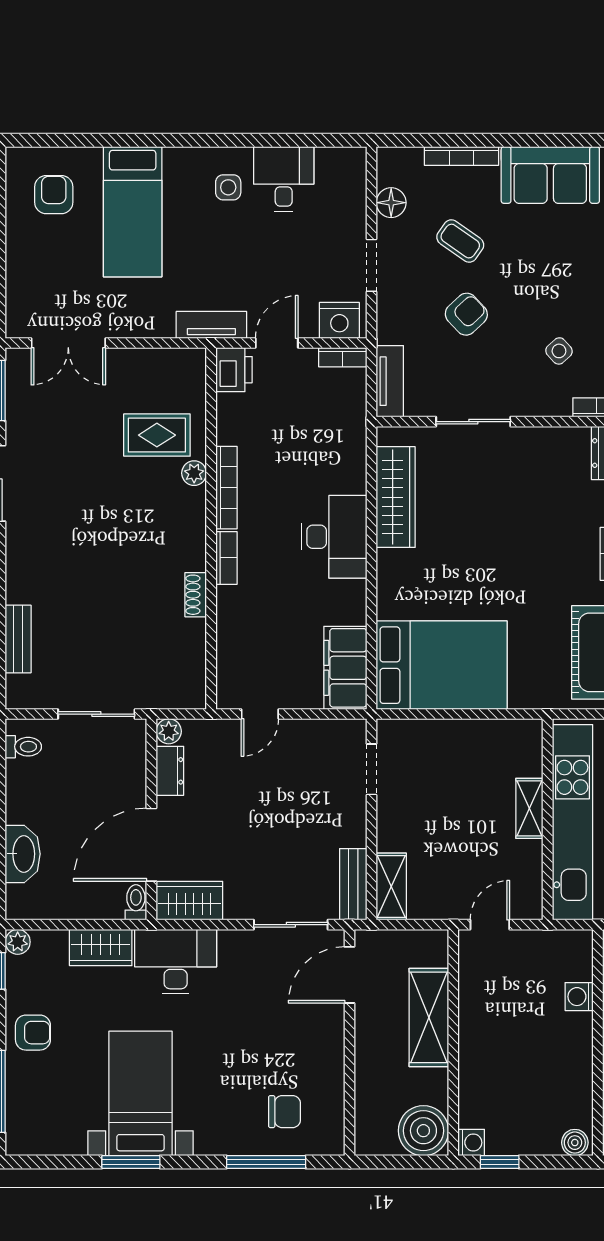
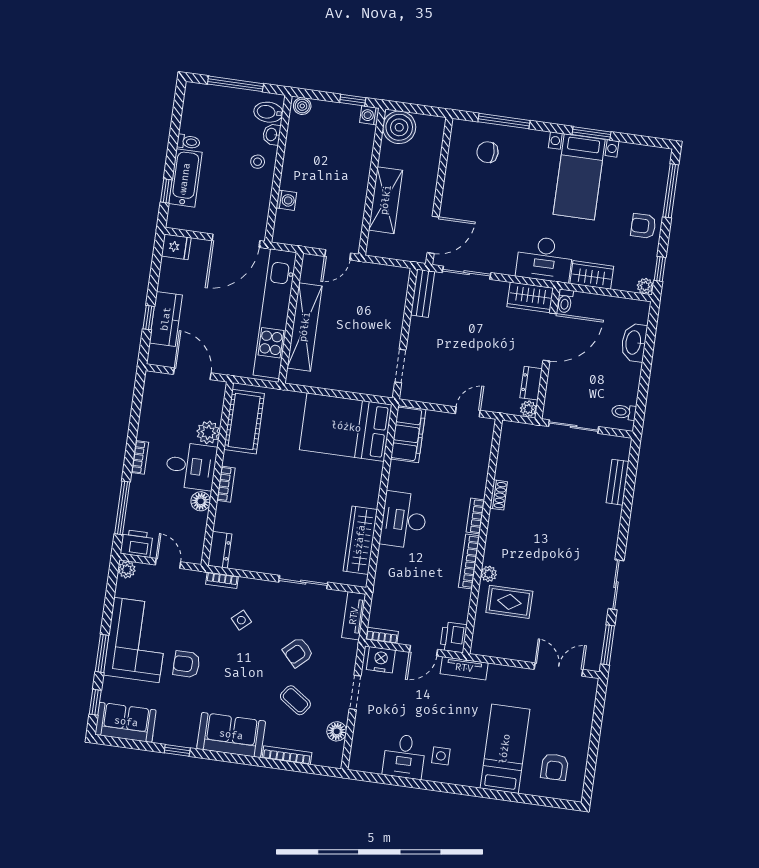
shelving: (529, 808) -> (305, 327), width x2.20, depth x1.33
shelving: (391, 886) -> (398, 288), removed

